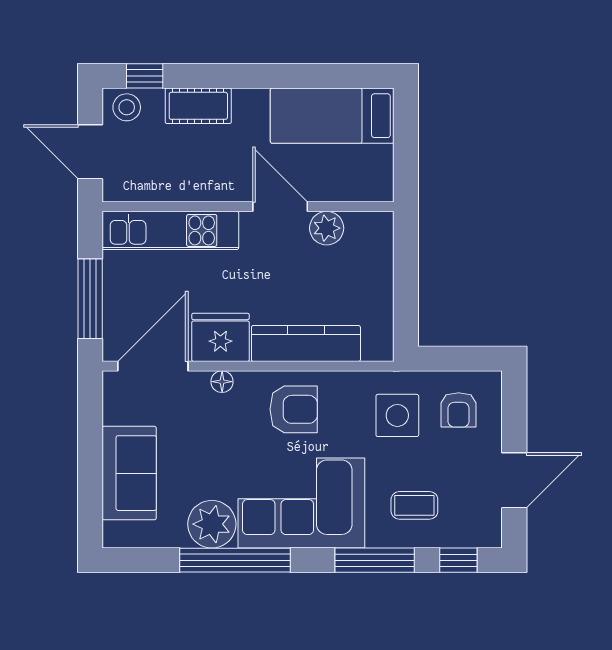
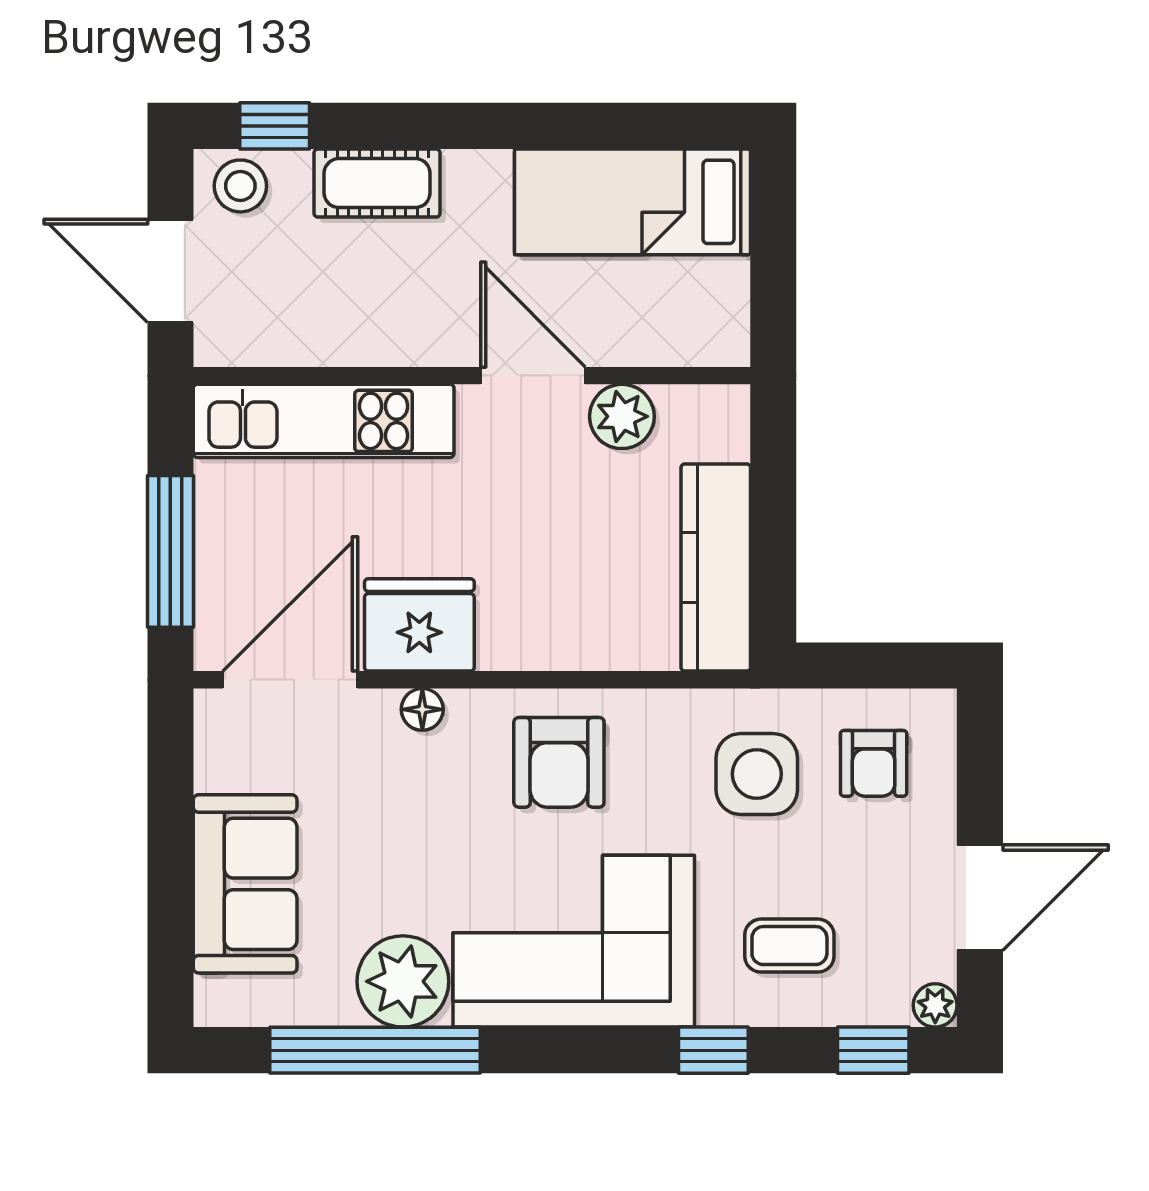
kitchen counter: (306, 343) -> (716, 568), moved, turned -90
armchair: (294, 409) -> (559, 762), turned 90
plant: (491, 537) -> (935, 1005), added
window: (235, 560) -> (375, 1050), moved
window: (375, 560) -> (713, 1050), width x0.46

